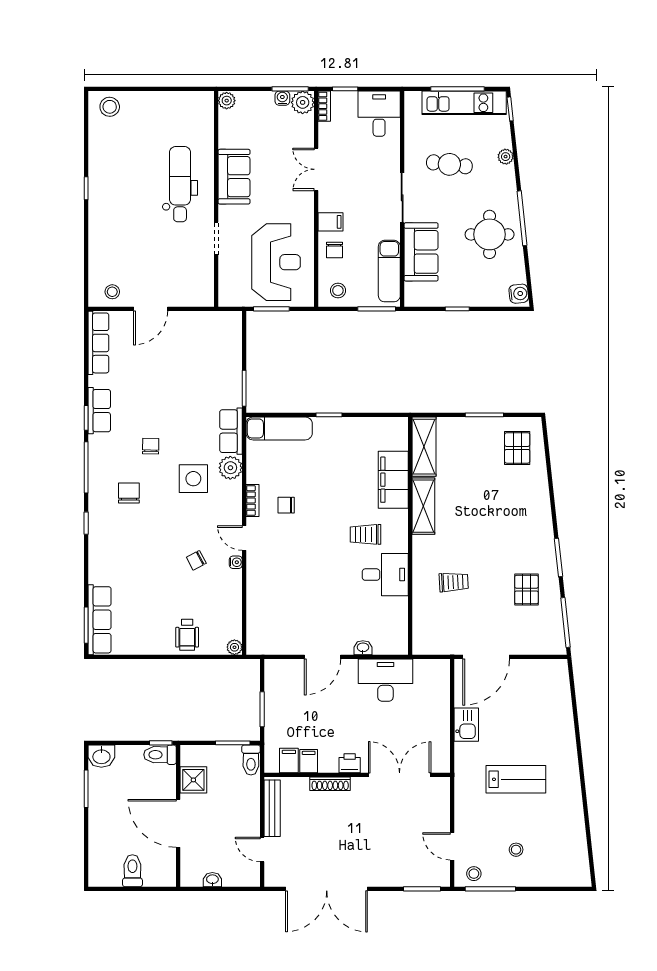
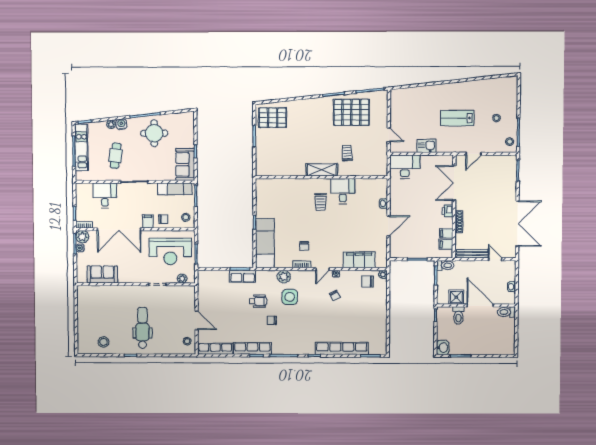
plant: (227, 101) -> (182, 279), moved
stool: (110, 107) -> (103, 342), moved
desk: (379, 114) -> (105, 195), moved, turned 90
double door: (316, 169) -> (119, 229), width x1.87
sofa: (234, 177) -> (102, 274), moved
dental chair: (180, 184) -> (142, 328), moved, turned 90
sofa: (421, 252) -> (185, 164), moved, turned -90
reception desk: (276, 262) -> (170, 251), turned 180
water cooler: (519, 294) -> (121, 124), moved
row of seats: (99, 411) -> (252, 348), width x1.48
exam couch: (279, 428) -> (265, 243), width x1.36, depth x1.45
row of seats: (231, 431) -> (243, 276), moved
shelving: (424, 447) -> (272, 170), removed
pallet: (517, 448) -> (273, 118), width x1.50, depth x1.42
filing cabinet: (393, 480) -> (359, 260), moved, turned 180
chair: (129, 493) -> (368, 282), moved
shelving: (423, 506) -> (322, 170), moved
pallet: (526, 590) -> (351, 112), width x2.05, depth x2.00
row of seats: (100, 620) -> (342, 348), moved, width x1.36
wheelchair: (187, 635) -> (258, 301), moved
door: (322, 657) -> (388, 226), hinge flipped
door: (486, 657) -> (389, 135), width x0.53
desk: (385, 680) -> (405, 167), moved, turned 90
toilet: (160, 755) -> (458, 315), moved
lab bench: (516, 779) -> (457, 118), turned -90
door: (178, 823) -> (480, 306), swing flipped
door: (452, 846) -> (474, 154), moved
door: (262, 850) -> (495, 259), swing flipped
toilet: (132, 871) -> (506, 312), moved

